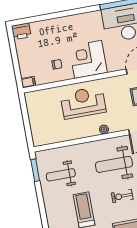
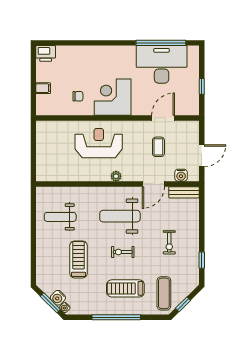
filing cabinet: (28, 82) -> (43, 88), moved
window: (35, 170) -> (33, 207), removed

